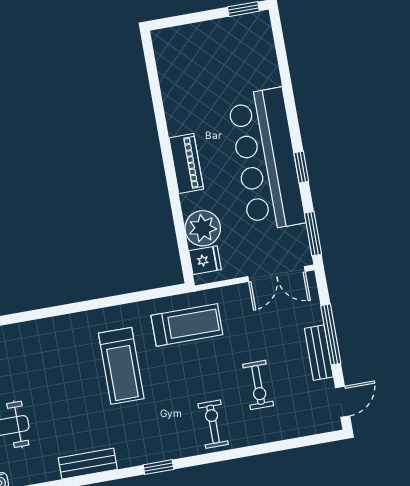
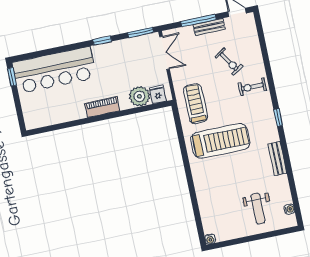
bar counter: (266, 160) -> (54, 70), moved
treadmill: (121, 366) -> (220, 141), width x1.37, depth x1.38
exercise bike: (258, 385) -> (229, 62), turned 57

